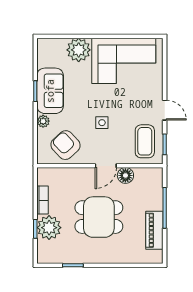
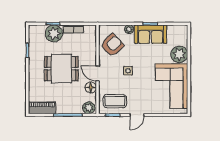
plant: (154, 178) -> (89, 108), added
dining table: (99, 217) -> (61, 69), turned 90
piano: (154, 230) -> (42, 108), moved

